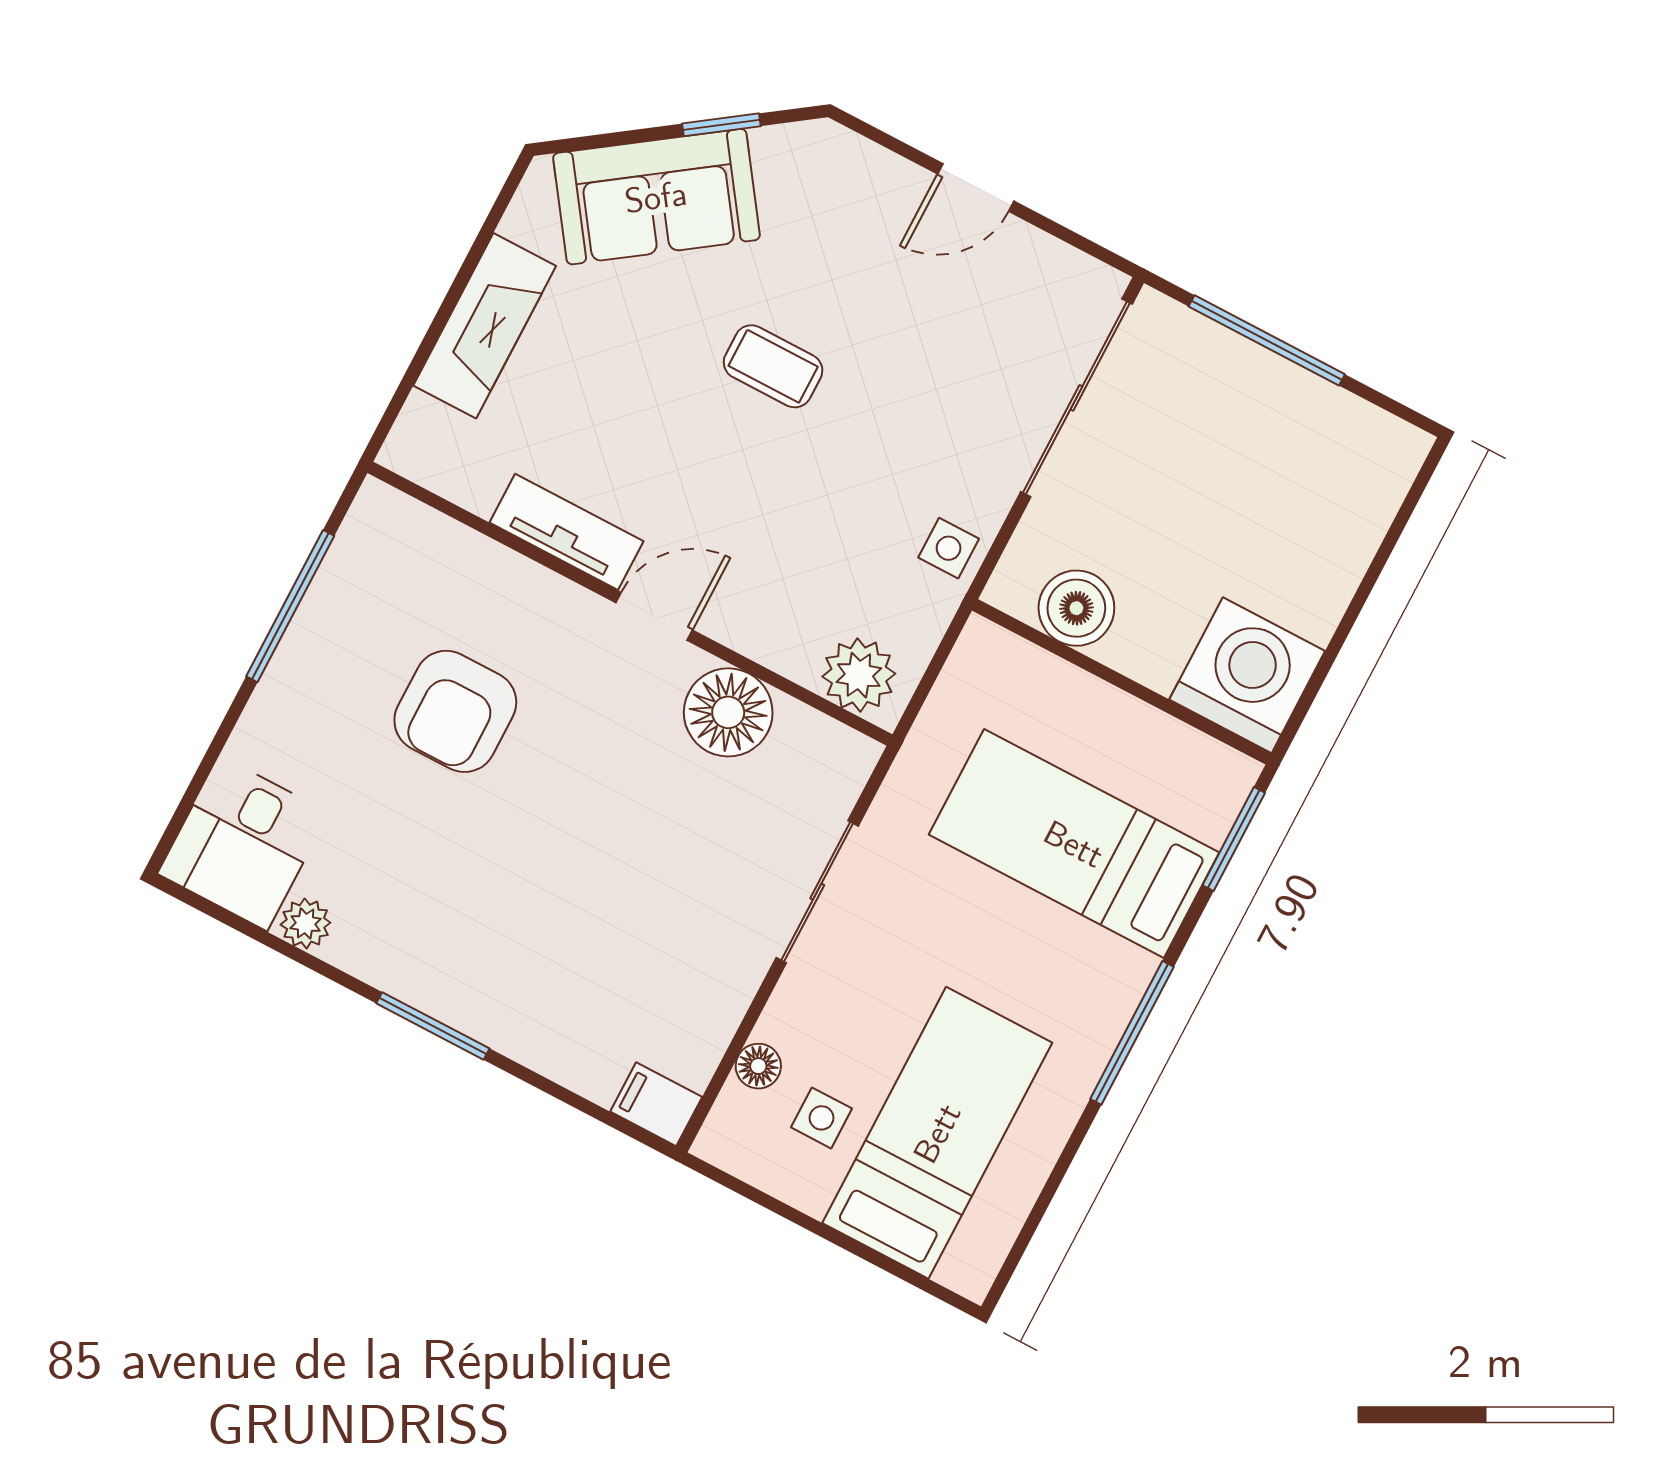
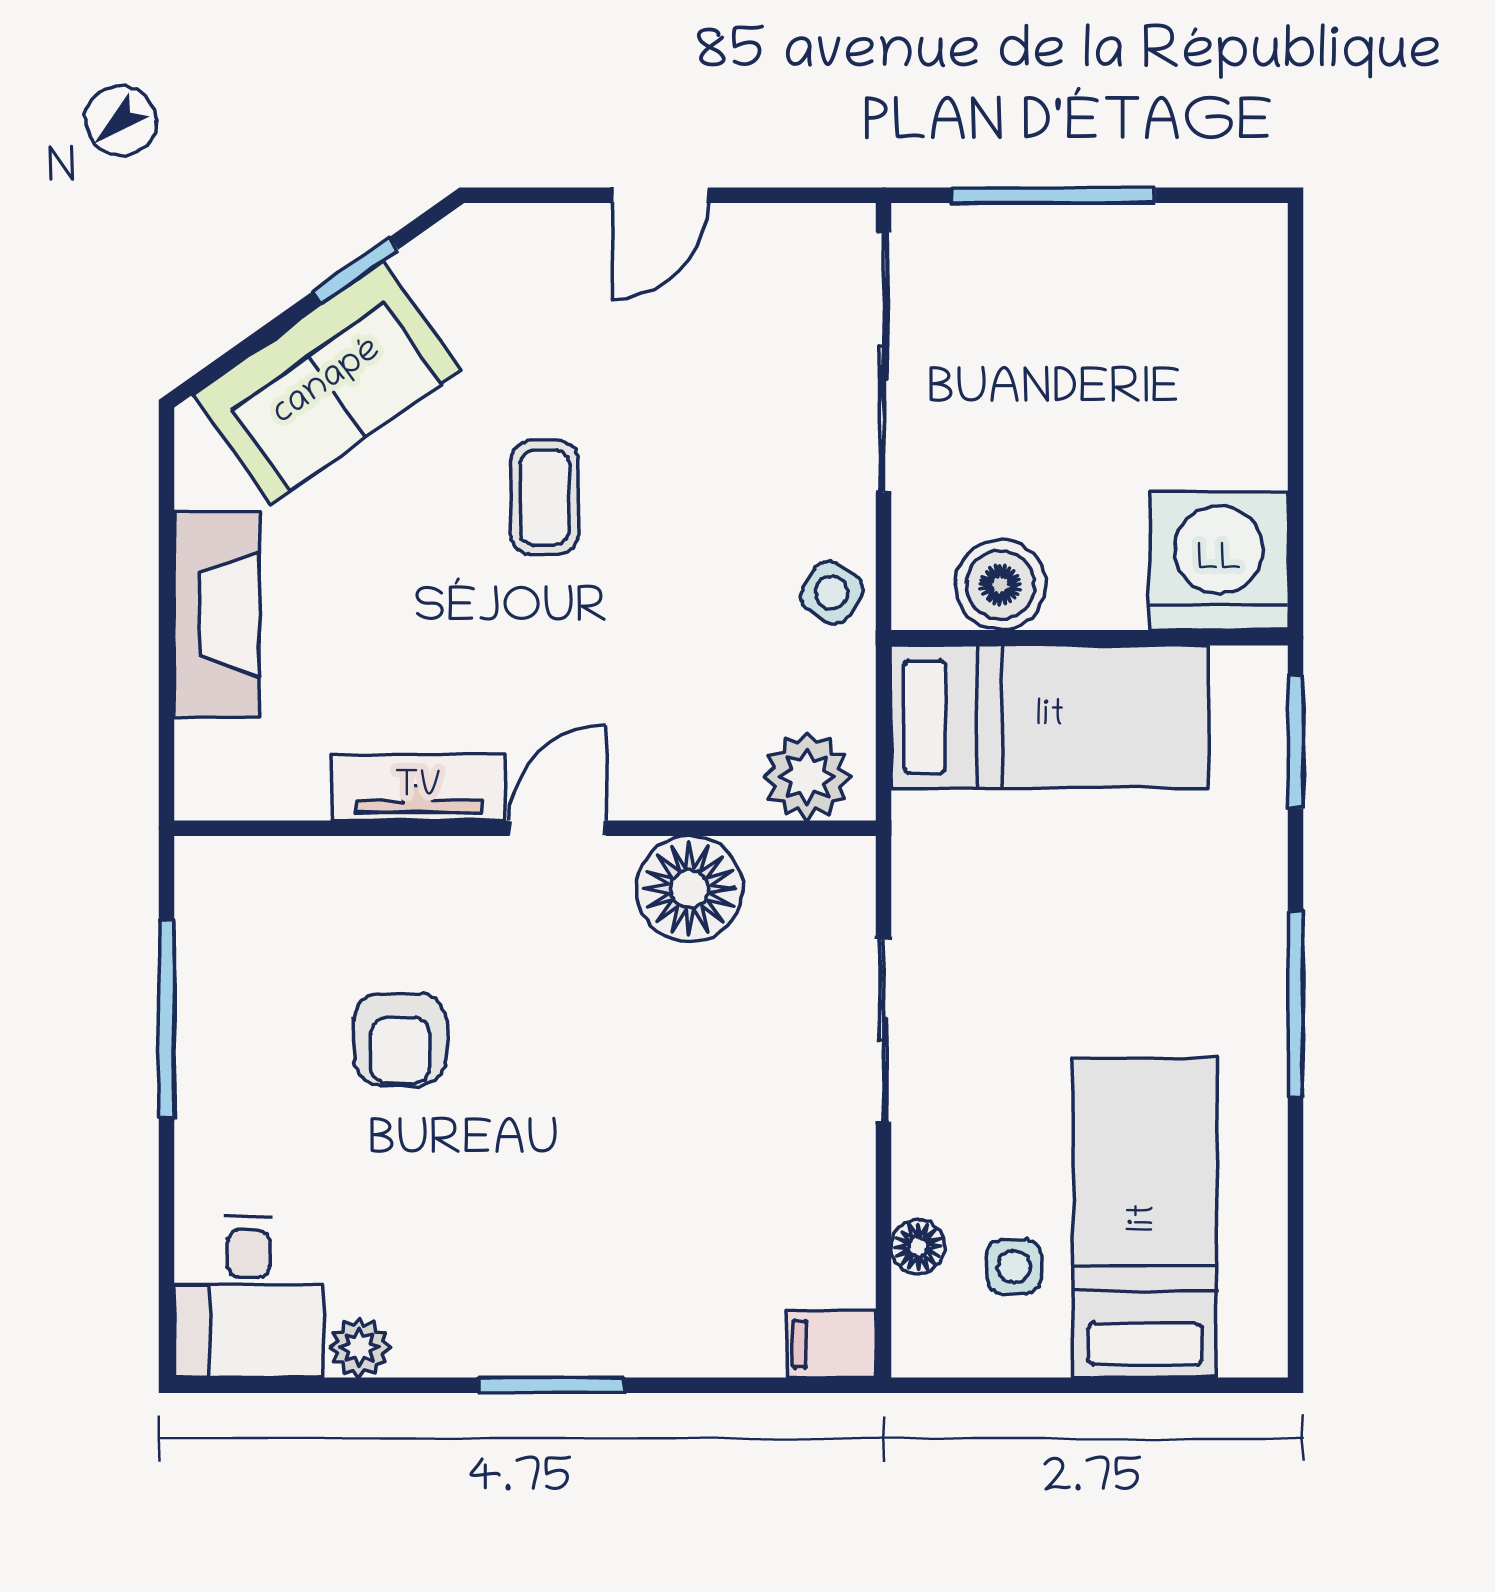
coffee table: (773, 366) -> (545, 497), turned 90
side table: (949, 548) -> (832, 592), turned 31
armchair: (455, 711) -> (400, 1040), width x0.72, depth x0.72
bed: (1074, 844) -> (1050, 717), moved, turned 180

